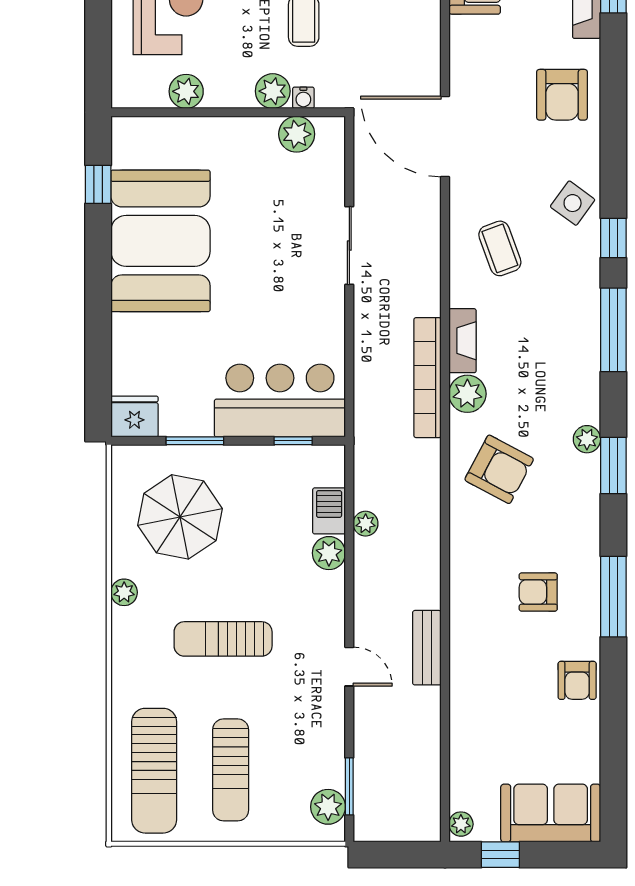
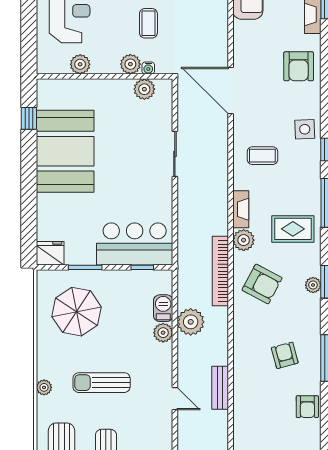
side table: (573, 203) -> (305, 129), turned -38
coffee table: (500, 248) -> (262, 156), turned -70
rug: (552, 375) -> (293, 229), added
bookcase: (428, 378) -> (220, 271), moved
plant: (587, 439) -> (313, 285), moved
plant: (366, 524) -> (191, 322), width x1.88, depth x1.88
plant: (124, 592) -> (44, 387), moved
armchair: (538, 592) -> (285, 355), turned 75

